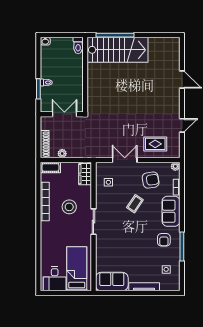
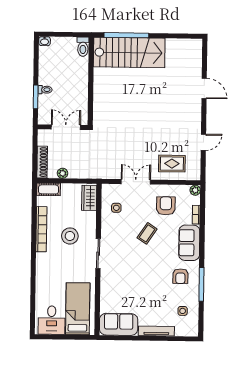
armchair: (151, 180) -> (166, 206), turned -81

